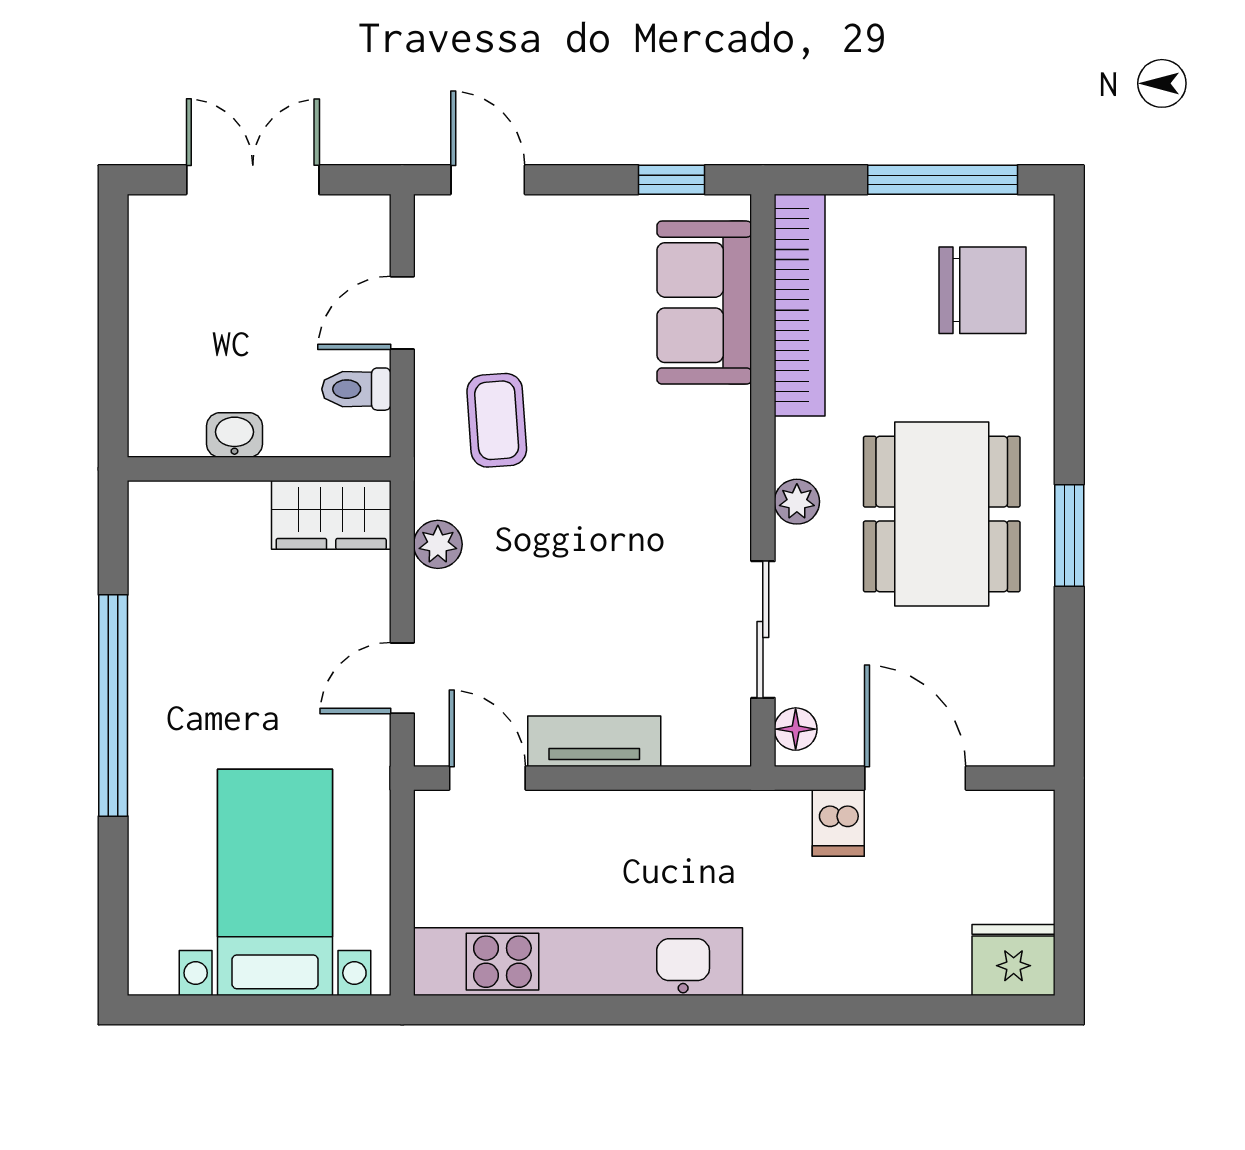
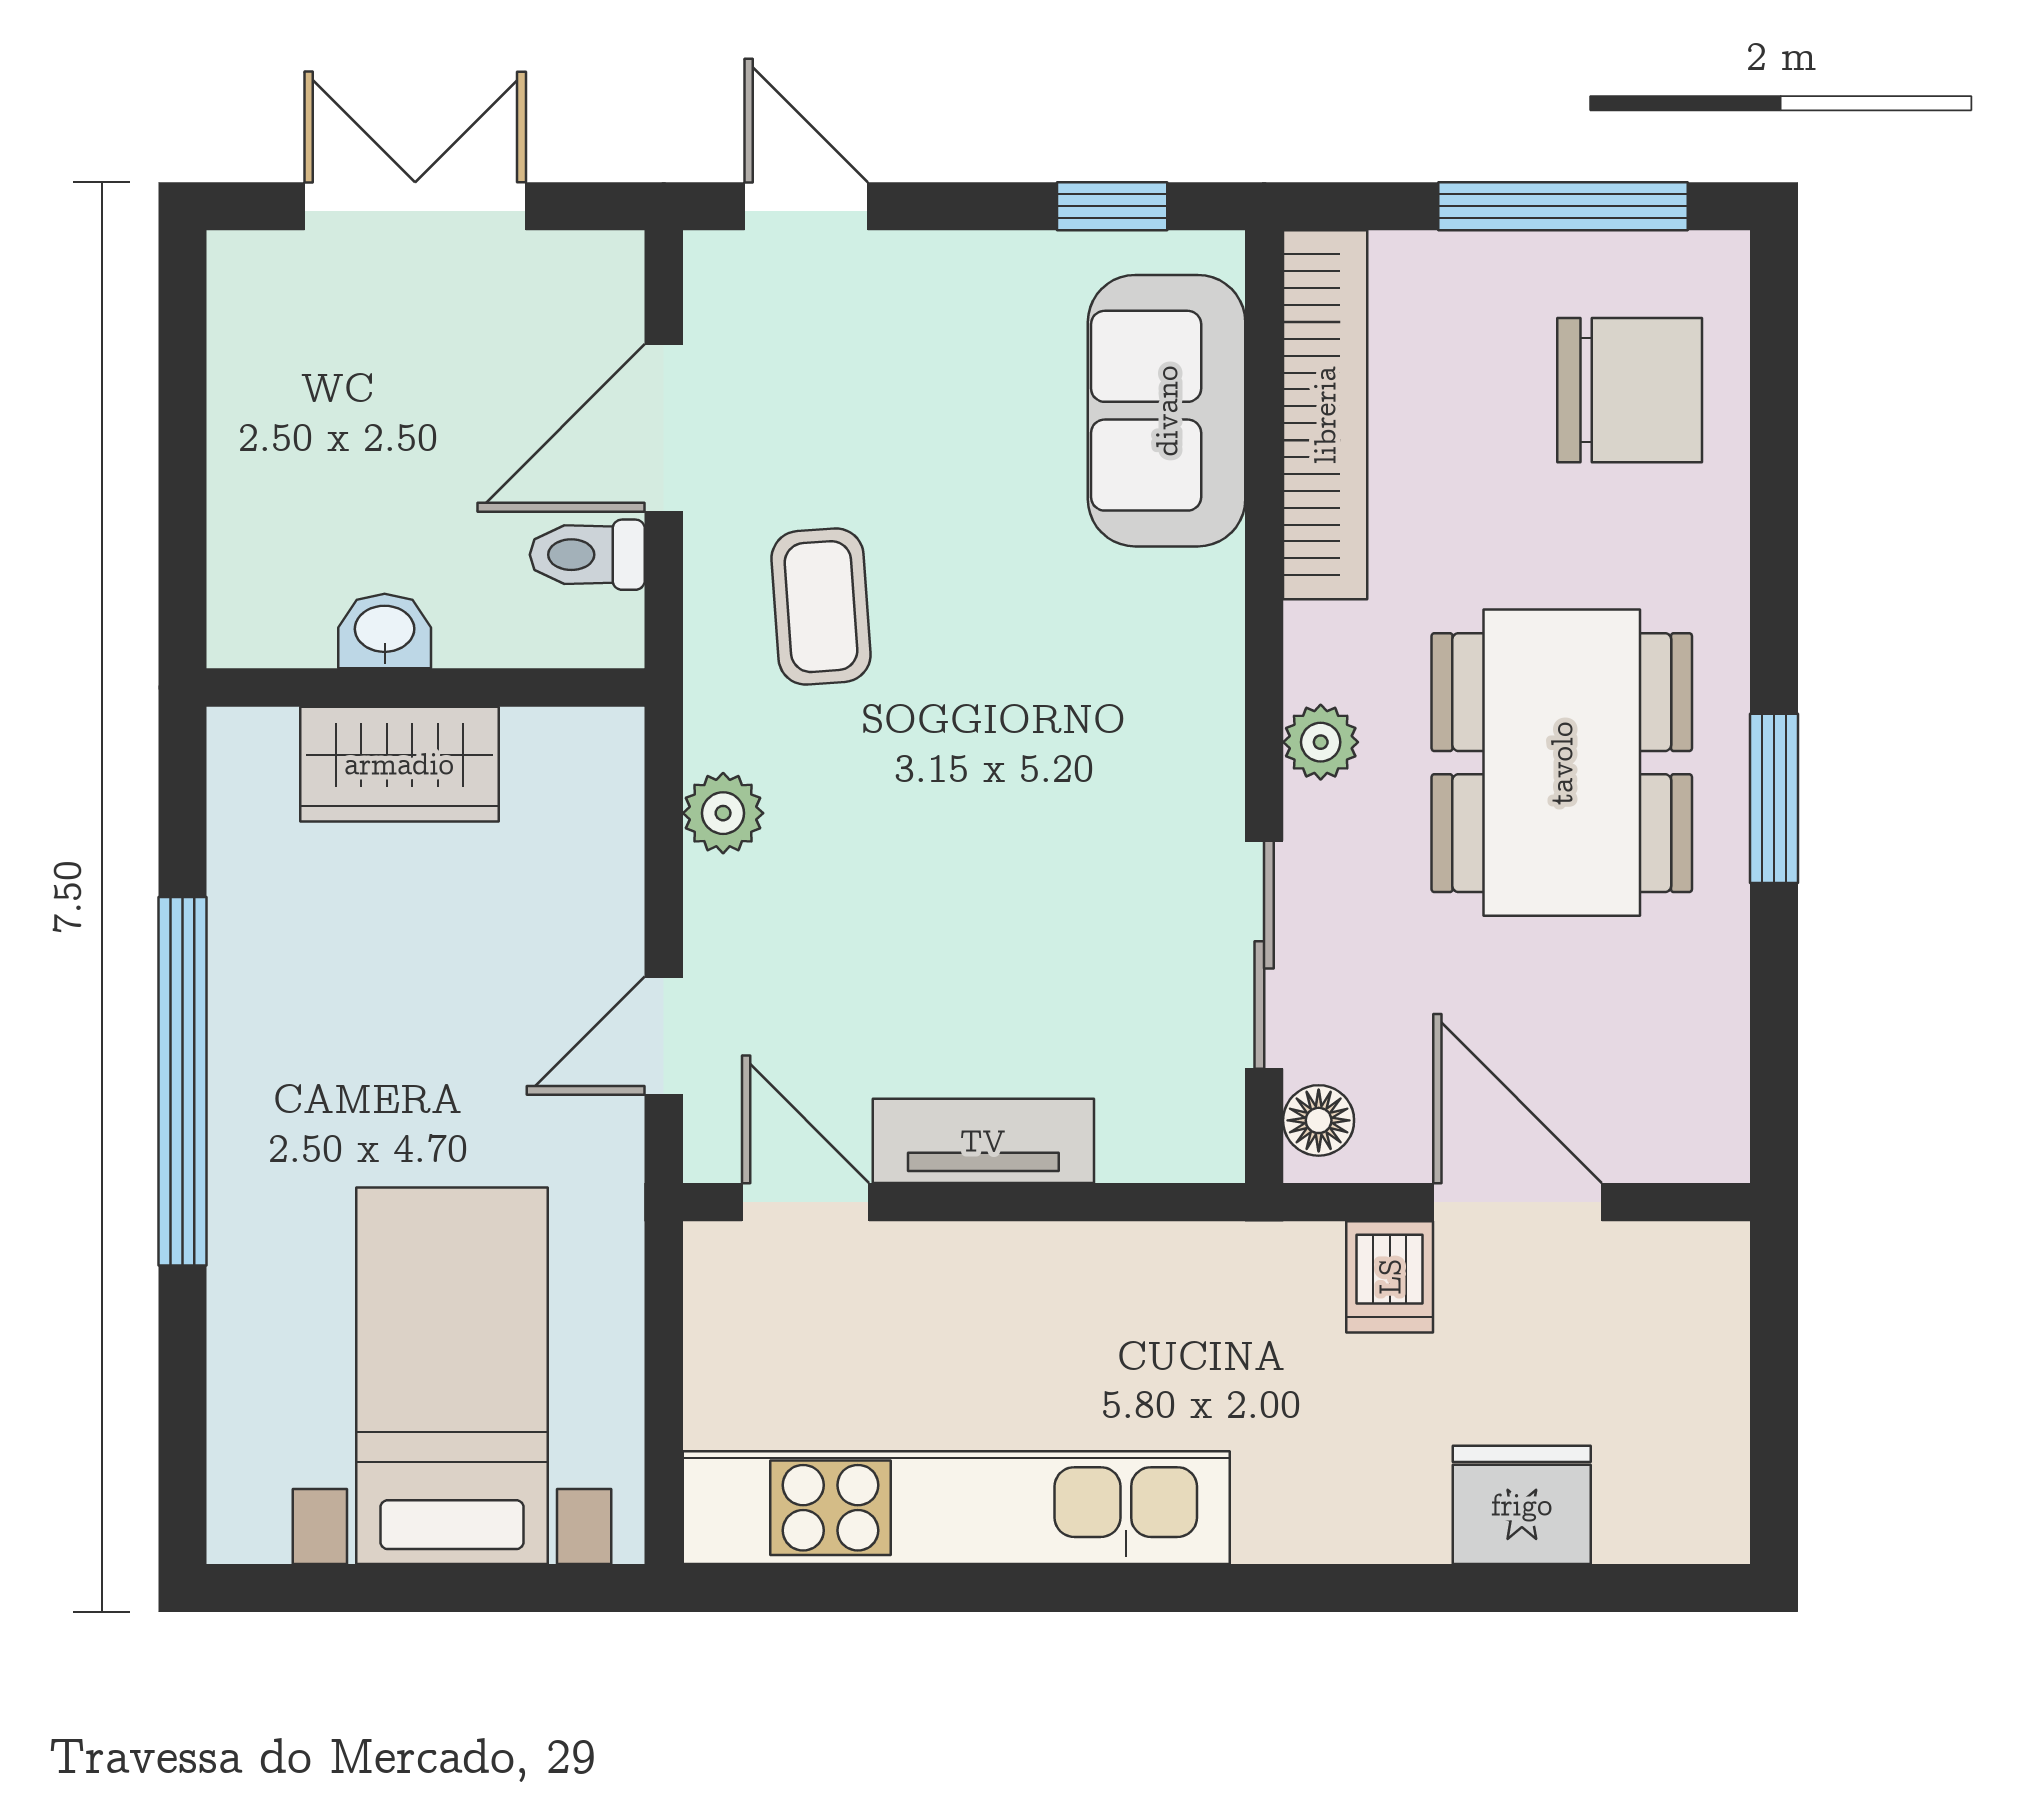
door: (402, 313) -> (664, 428), width x1.38
wardrobe: (331, 515) -> (399, 764), moved
fridge: (1014, 960) -> (1522, 1505), moved

